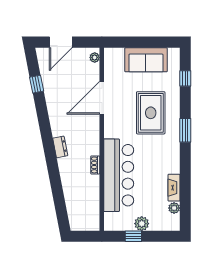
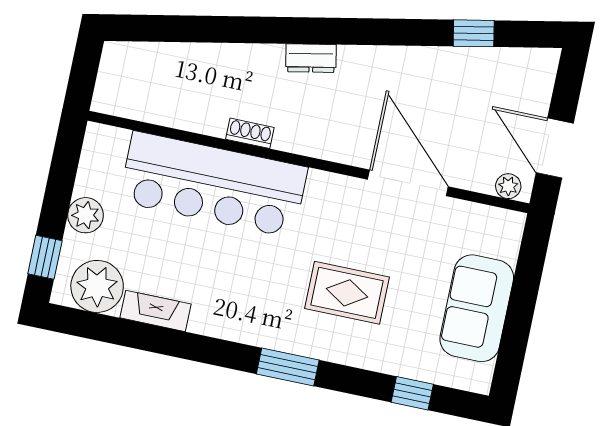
door: (61, 42) -> (555, 148), moved
rug: (151, 113) -> (347, 293), width x0.73, depth x0.70
plant: (174, 208) -> (97, 286), width x1.88, depth x1.88
window: (133, 236) -> (45, 257), moved

